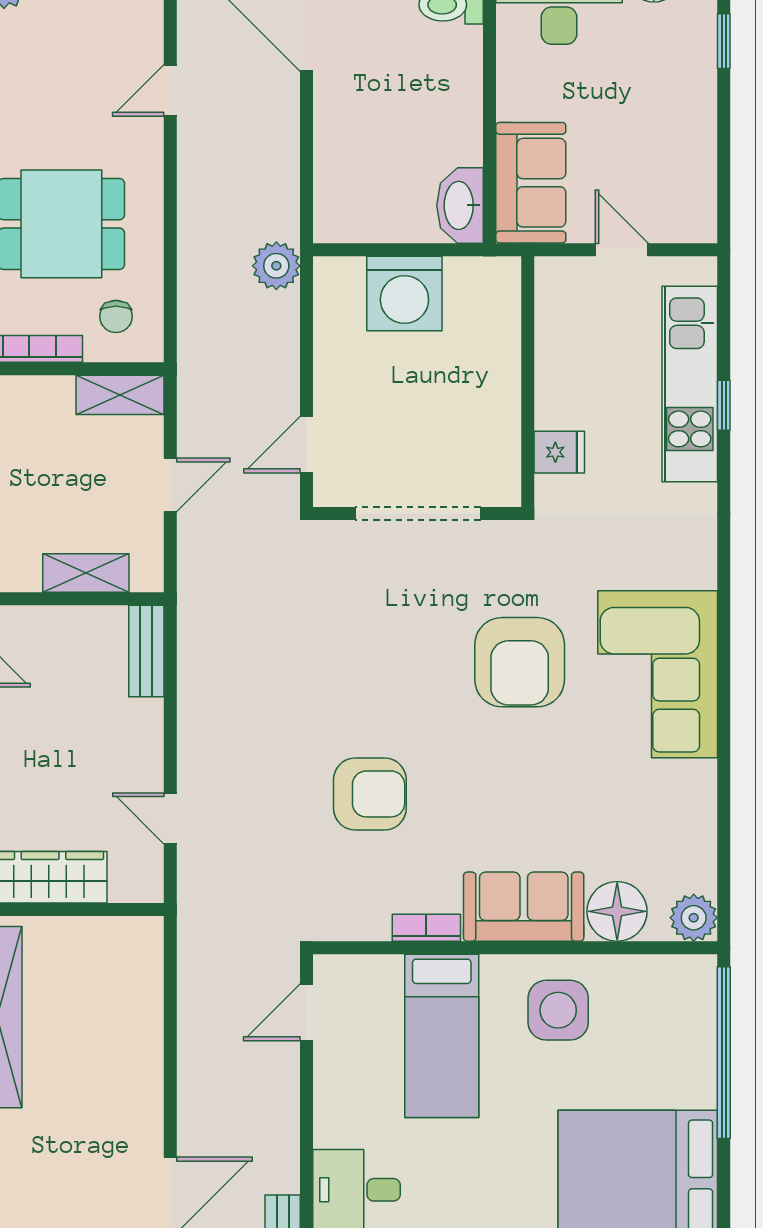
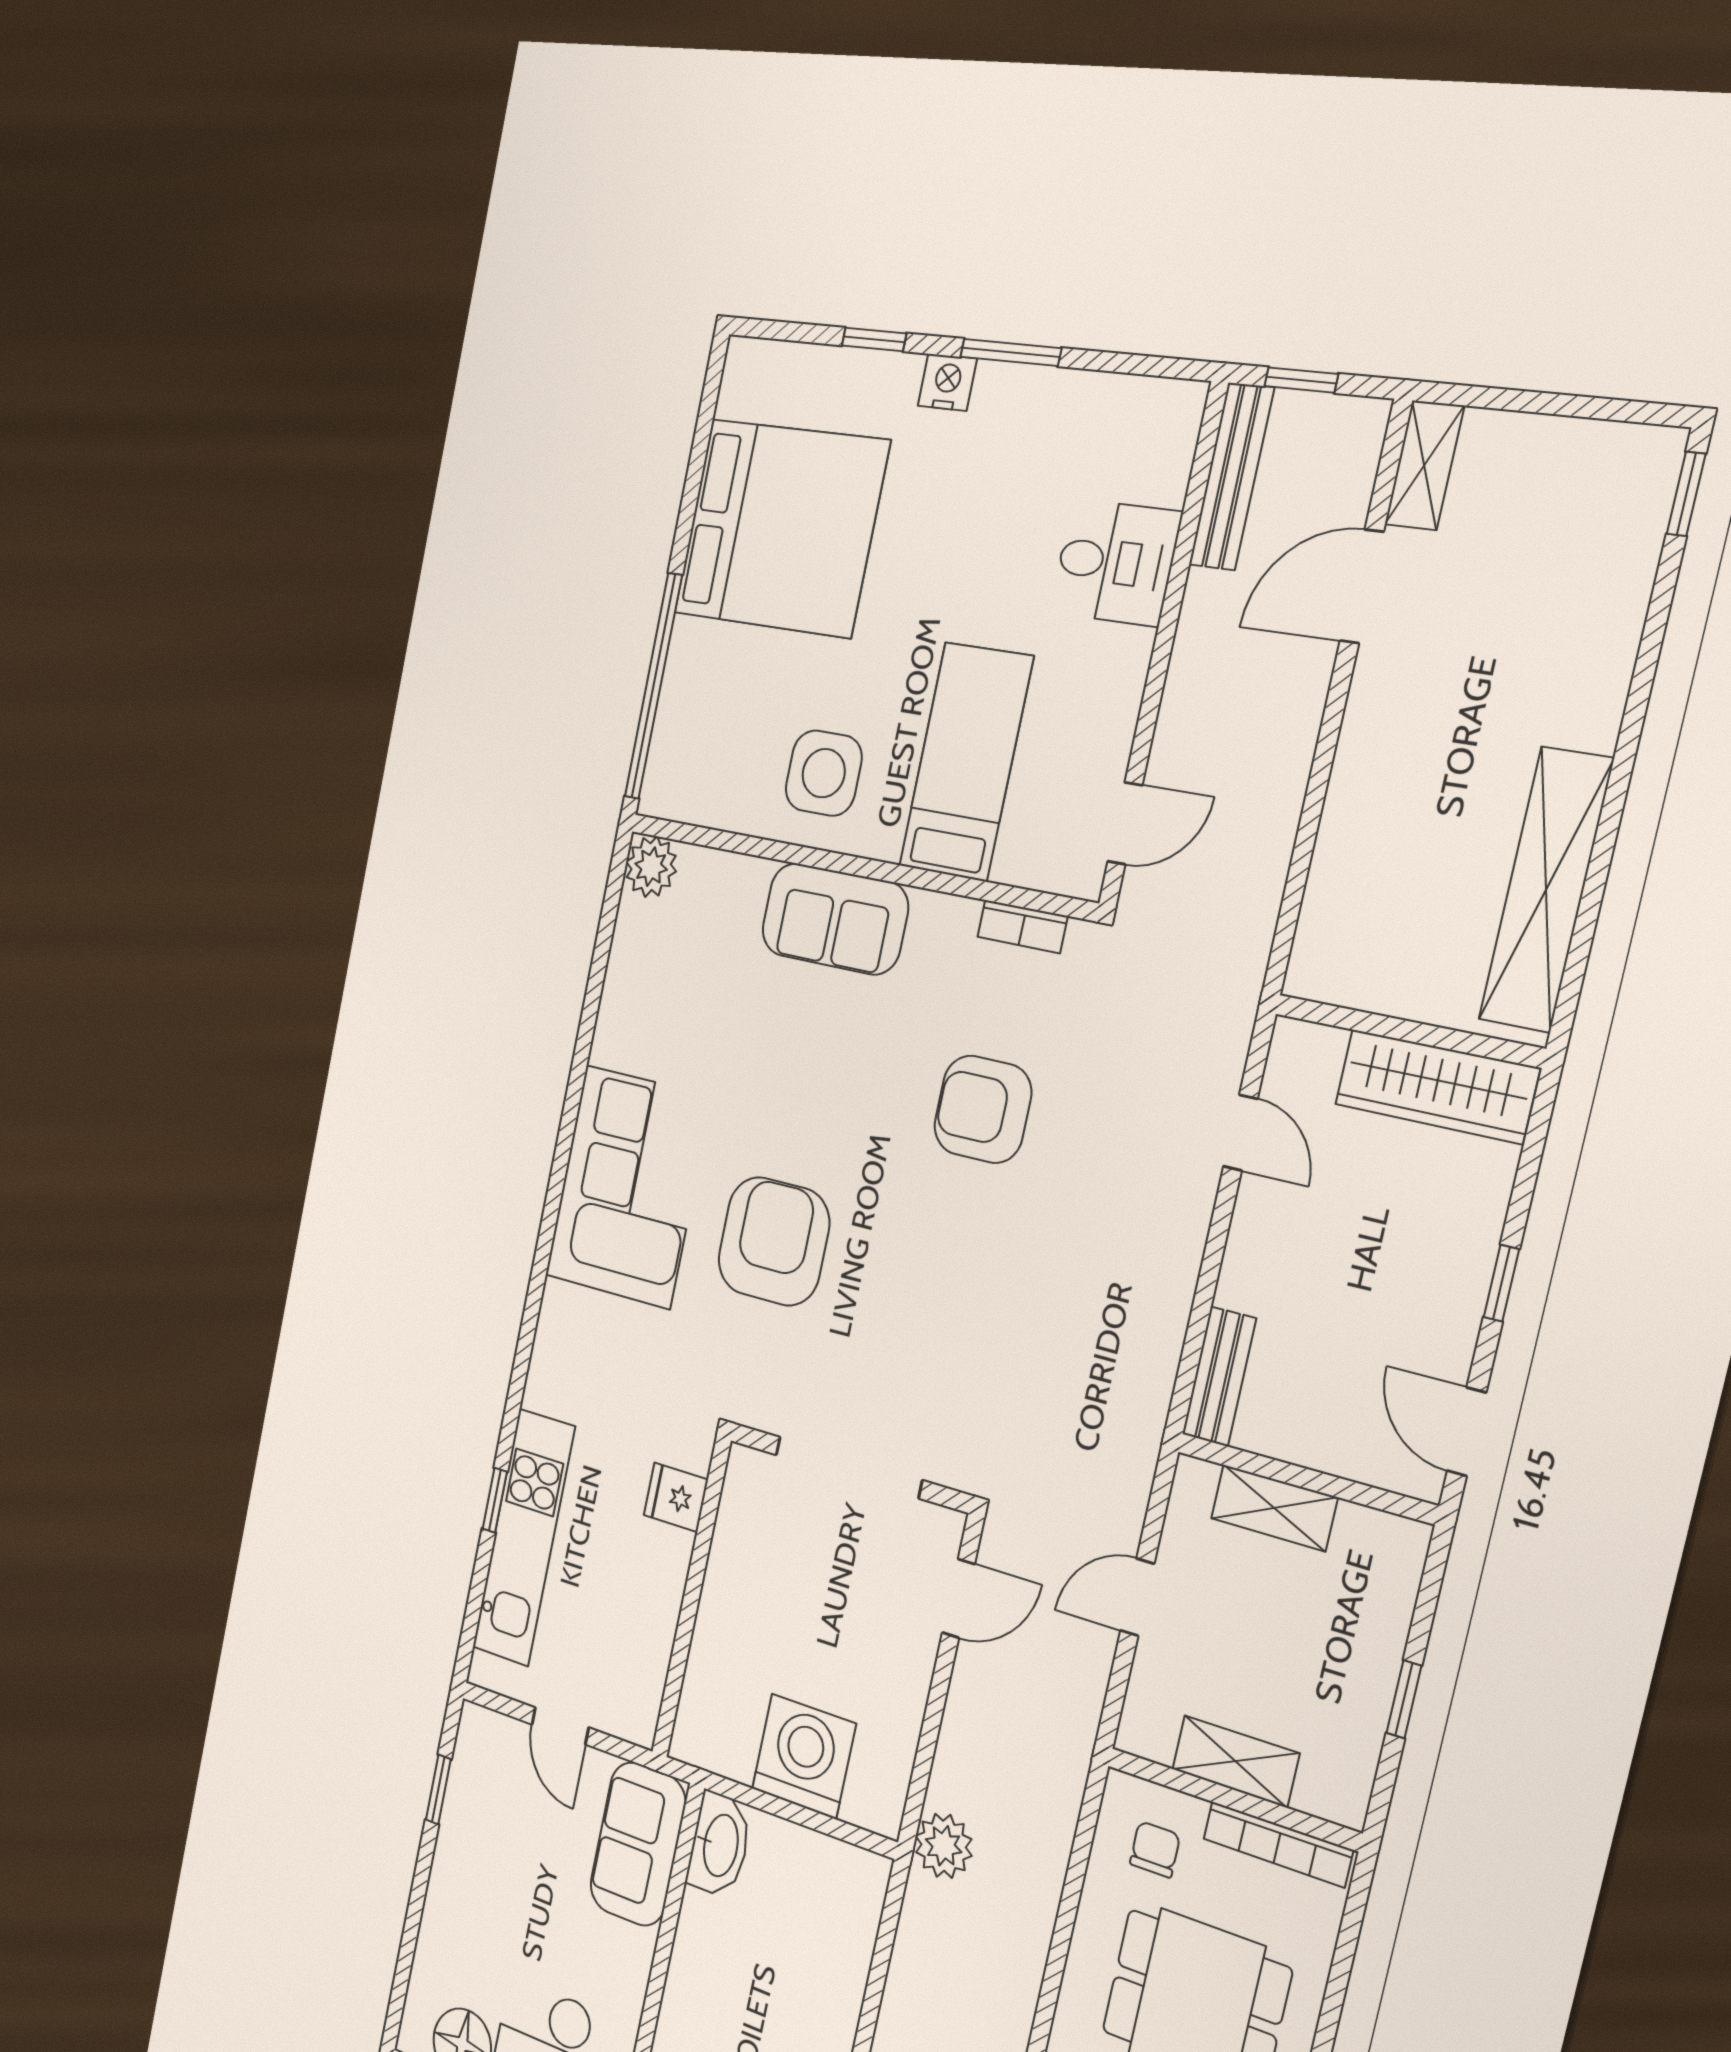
window: (724, 41) -> (438, 1790), moved
shelving: (120, 395) -> (1236, 1761), moved
floor lamp: (617, 911) -> (732, 891), removed
bookcase: (426, 928) -> (1022, 927), moved

